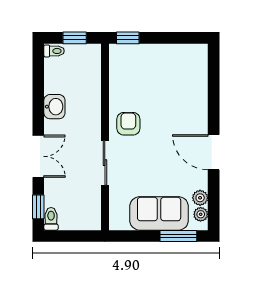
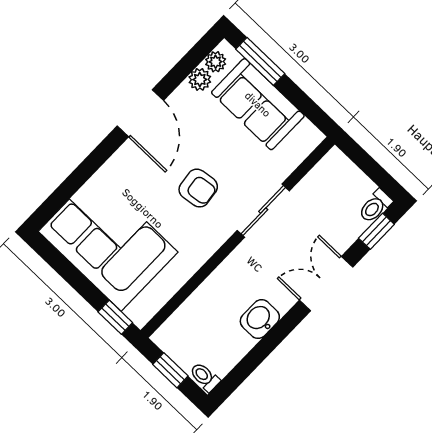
corner sofa: (168, 72) -> (108, 242), added
armchair: (128, 124) -> (198, 188), moved, turned -98

